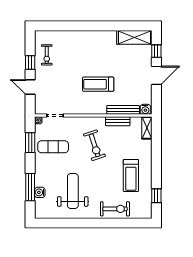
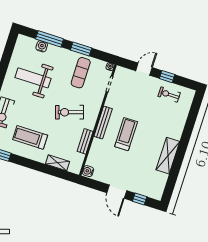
shelving: (134, 37) -> (168, 156), moved
bench: (123, 110) -> (103, 122), moved
shelving: (147, 128) -> (57, 163), moved
window: (30, 143) -> (81, 49), moved
weight bench: (73, 191) -> (33, 78), turned 180

